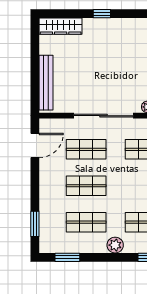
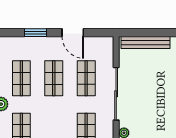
door: (35, 145) -> (73, 33), moved
window: (35, 224) -> (35, 33), moved

